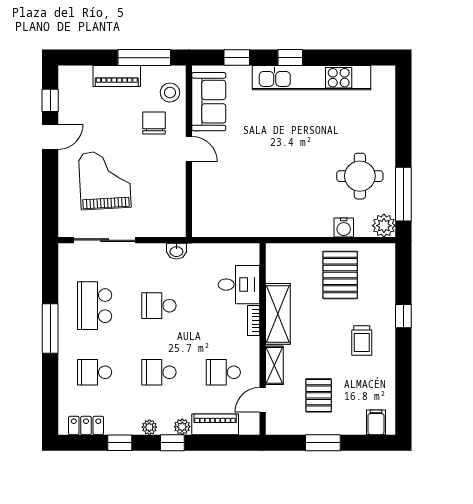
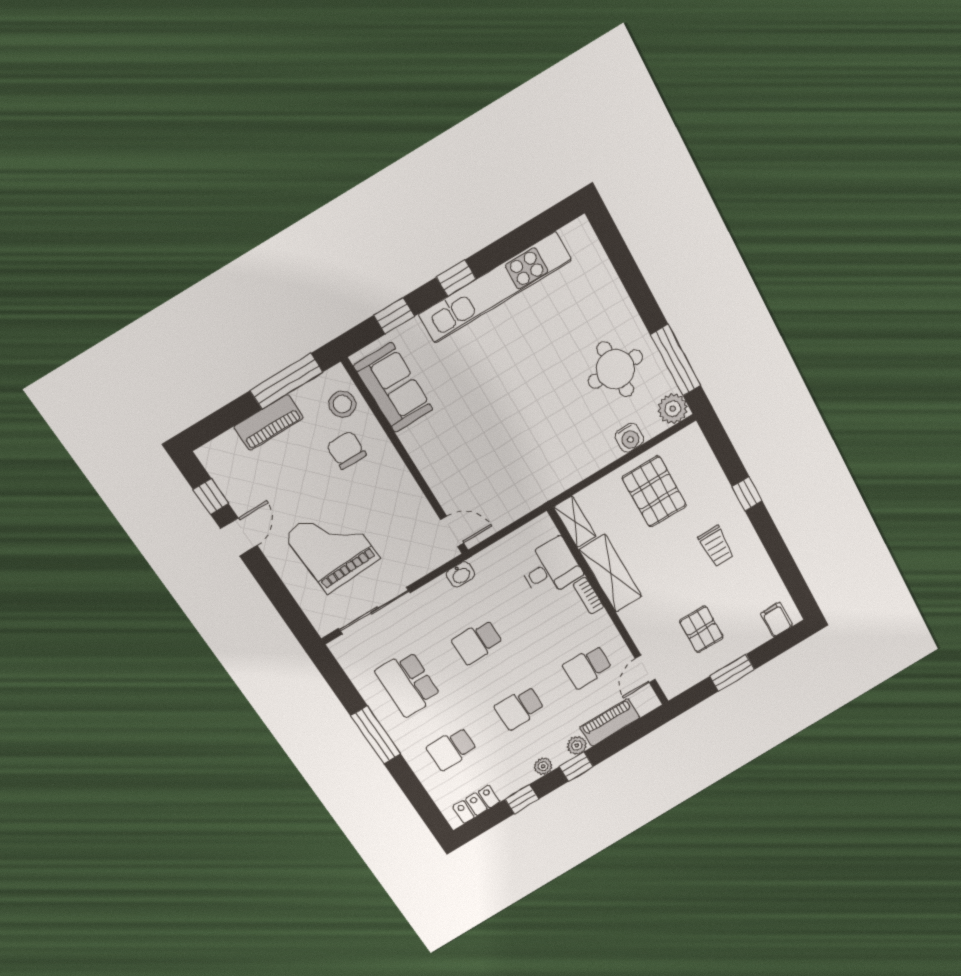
door: (189, 149) -> (452, 531), moved
shelving: (274, 365) -> (575, 522), moved

